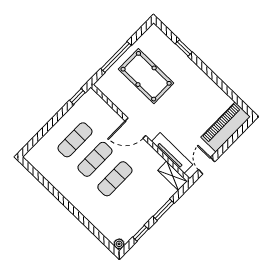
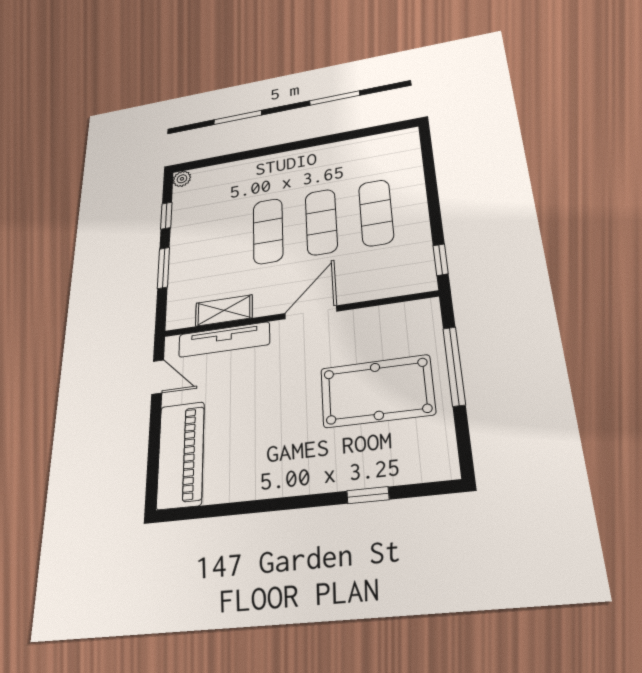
shelving: (173, 176) -> (224, 310), moved

